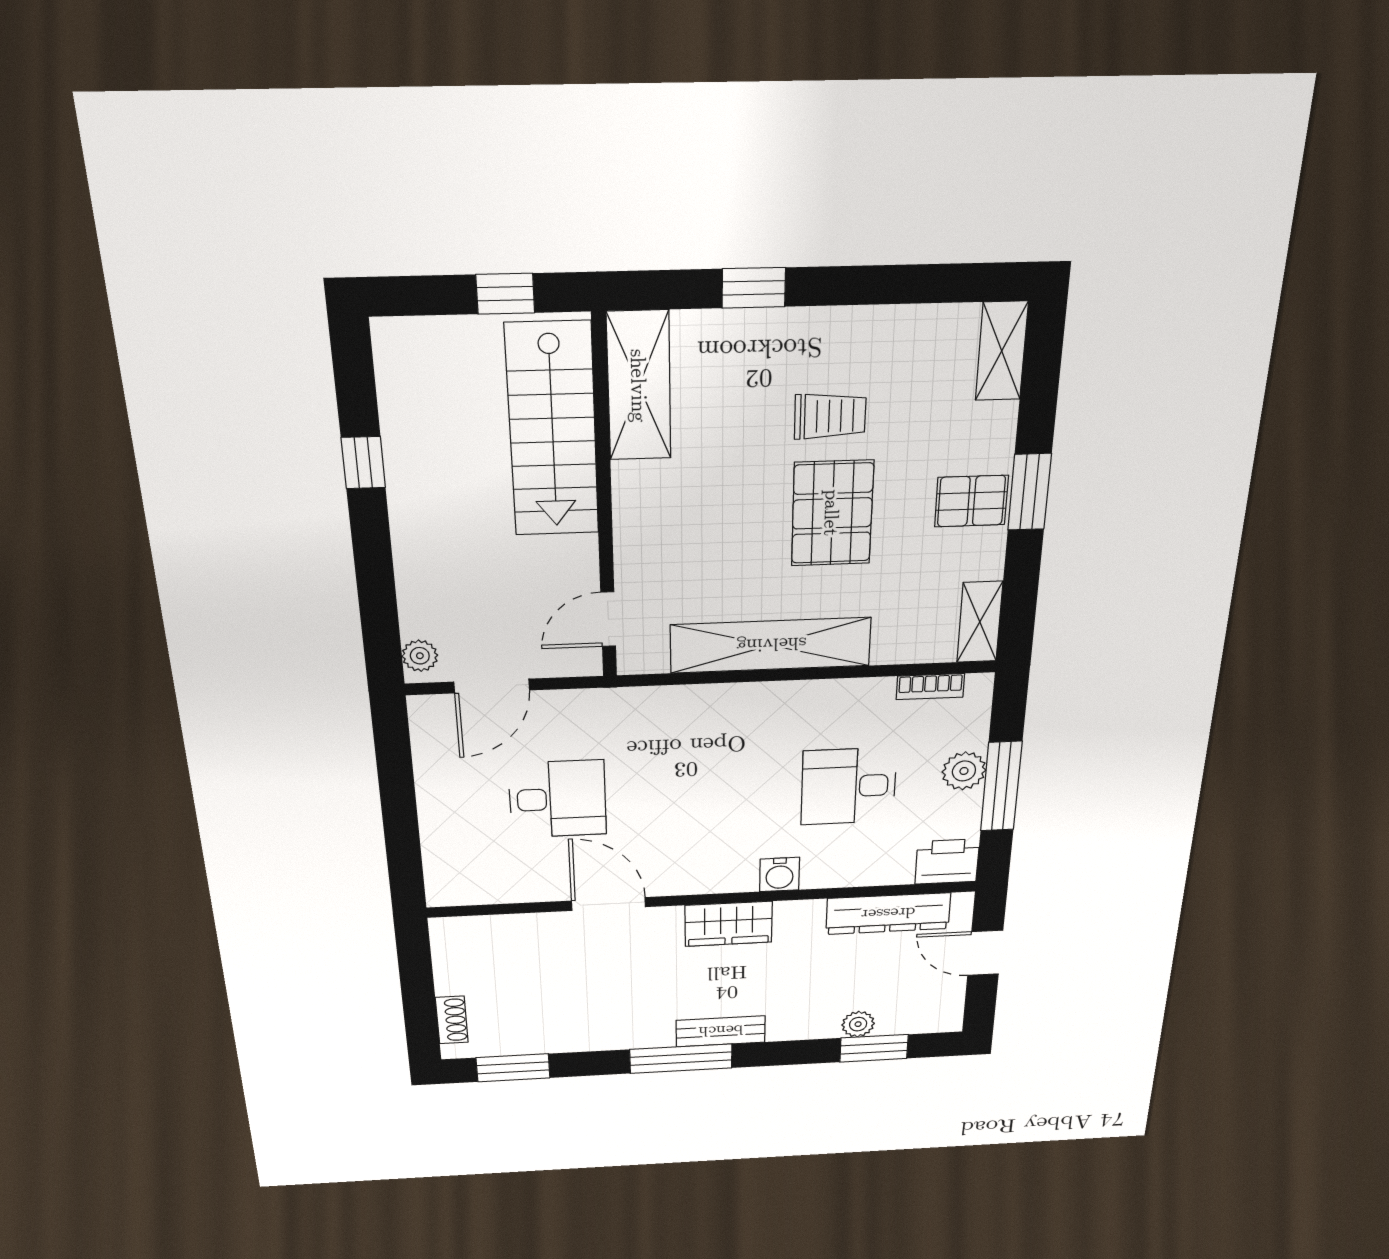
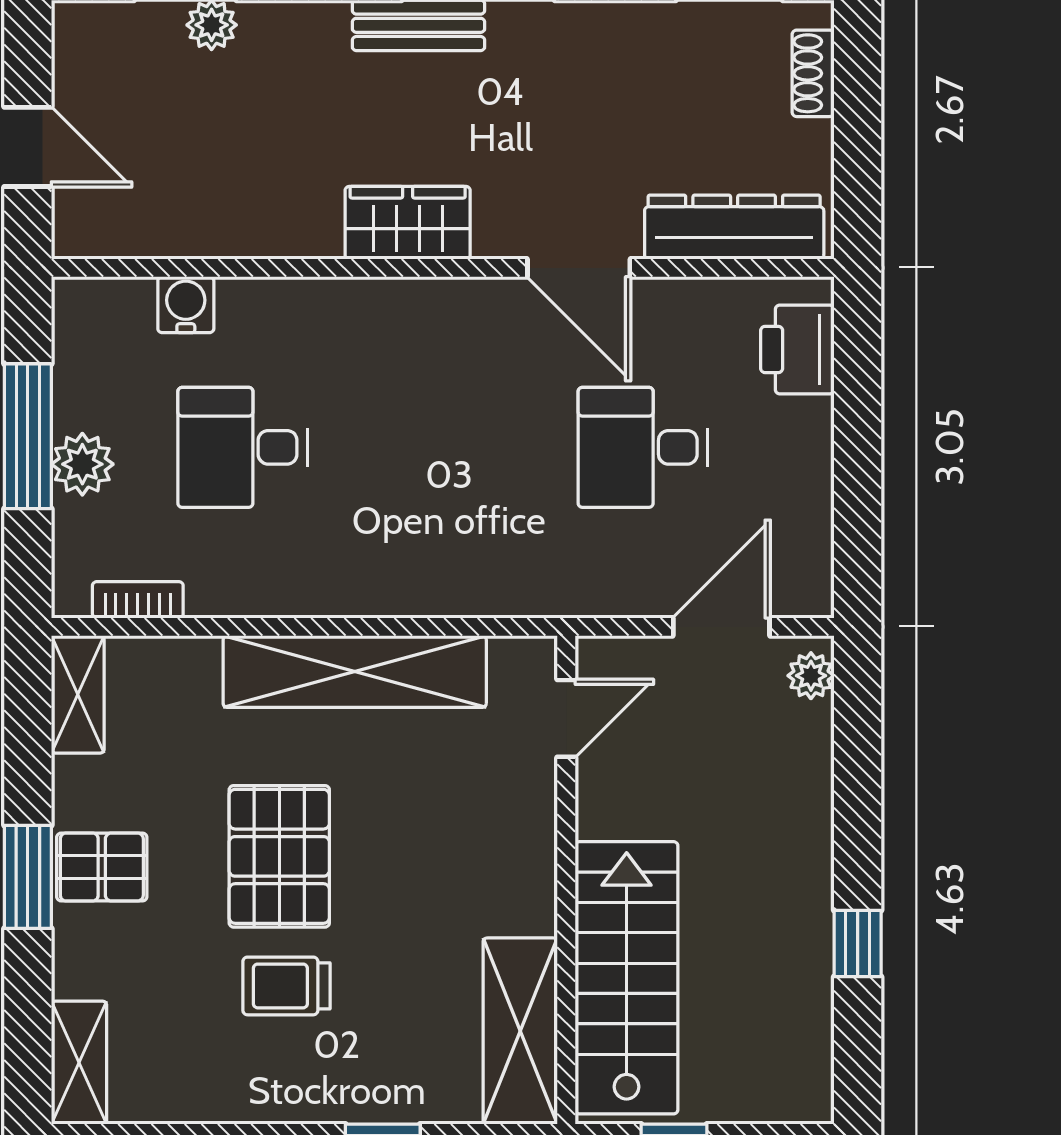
desk: (849, 786) -> (243, 447), turned 180
printer: (947, 862) -> (797, 349), moved, turned 90
water cooler: (780, 875) -> (186, 305), moved
dresser: (888, 914) -> (734, 227), moved

